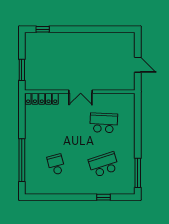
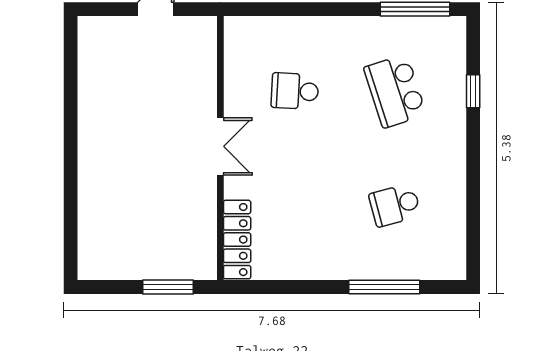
window: (43, 29) -> (71, 237), removed
school desk: (104, 123) -> (295, 91), width x0.54
window: (22, 160) -> (384, 287), width x0.68

